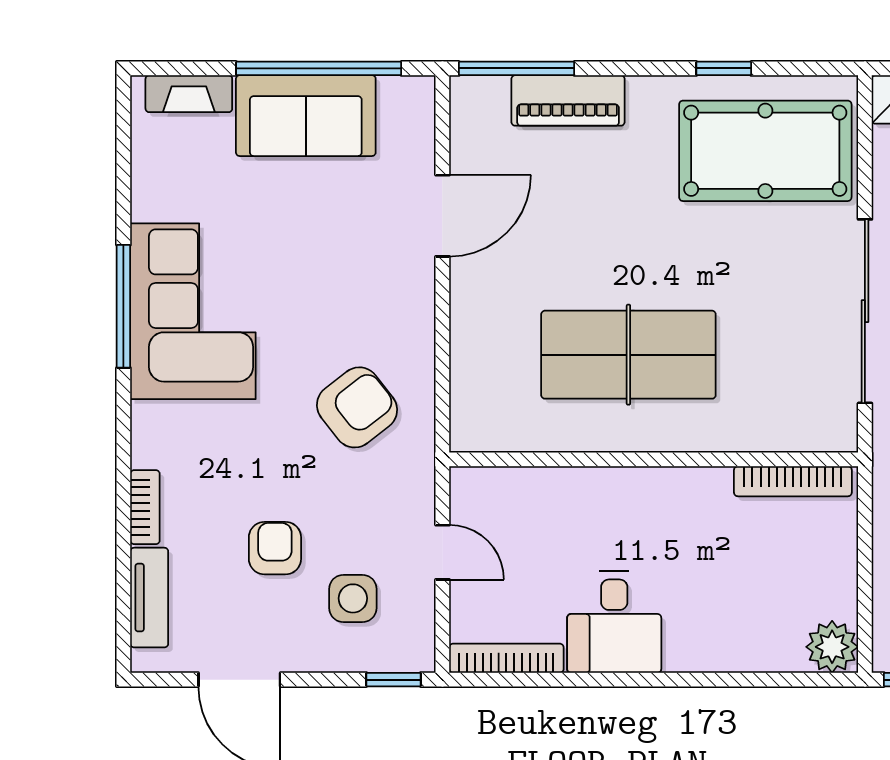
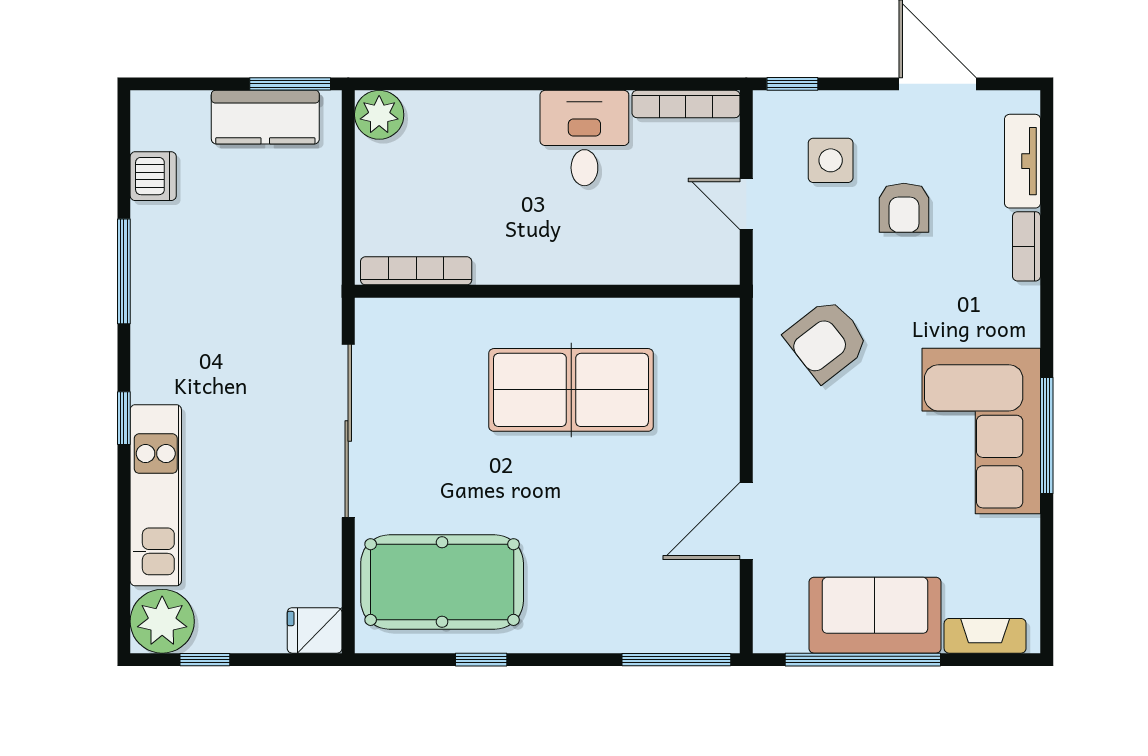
piano: (568, 100) -> (628, 629), removed

